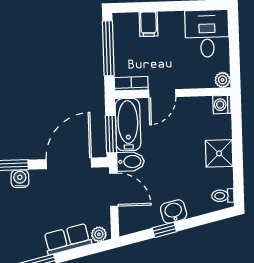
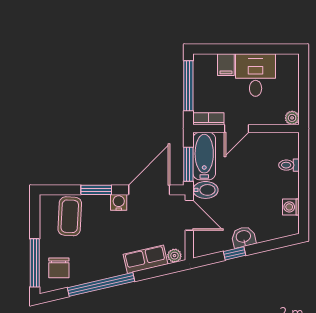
desk: (207, 34) -> (256, 75), moved
washing machine: (222, 105) -> (291, 207), moved
shower: (219, 153) -> (287, 185), removed
water cooler: (20, 179) -> (119, 202), moved
toilet: (223, 196) -> (289, 165), moved

